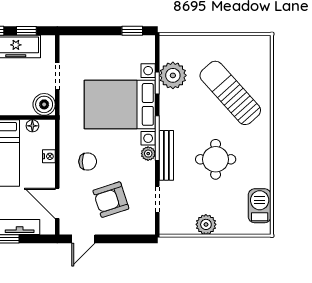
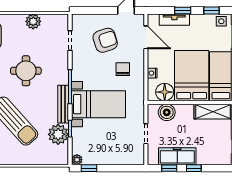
boiler: (44, 104) -> (167, 112), moved
bed with nightstands: (120, 104) -> (98, 104), width x0.73
floor lamp: (32, 126) -> (165, 92), width x1.89, depth x1.89
plant: (148, 154) -> (77, 160), moved
bench: (166, 155) -> (63, 104), moved
chair: (88, 162) -> (123, 69), turned 90

